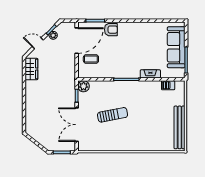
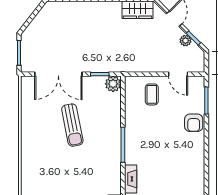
door: (77, 41) -> (178, 74), width x0.53
double door: (77, 125) -> (58, 74), swing flipped

